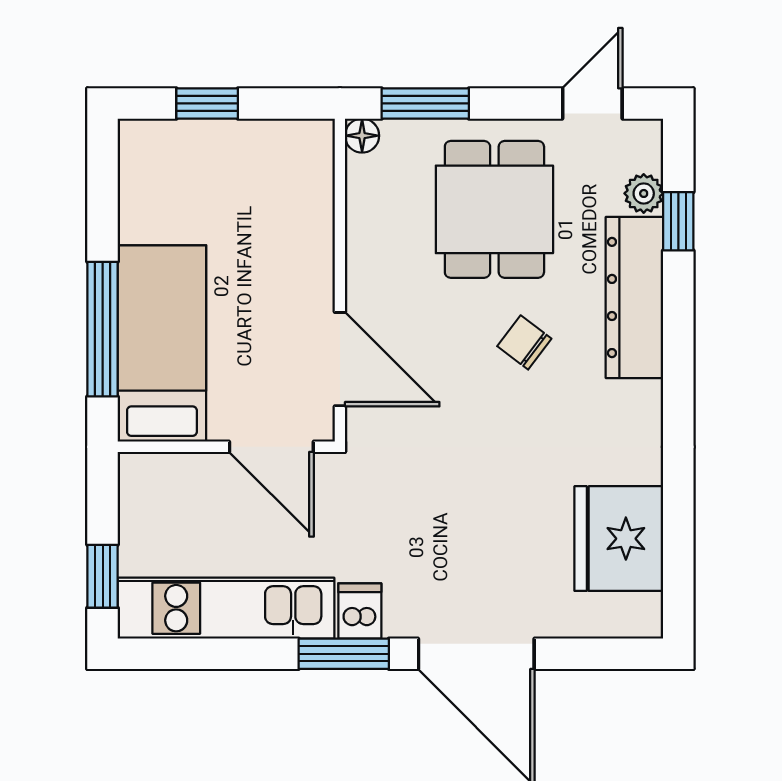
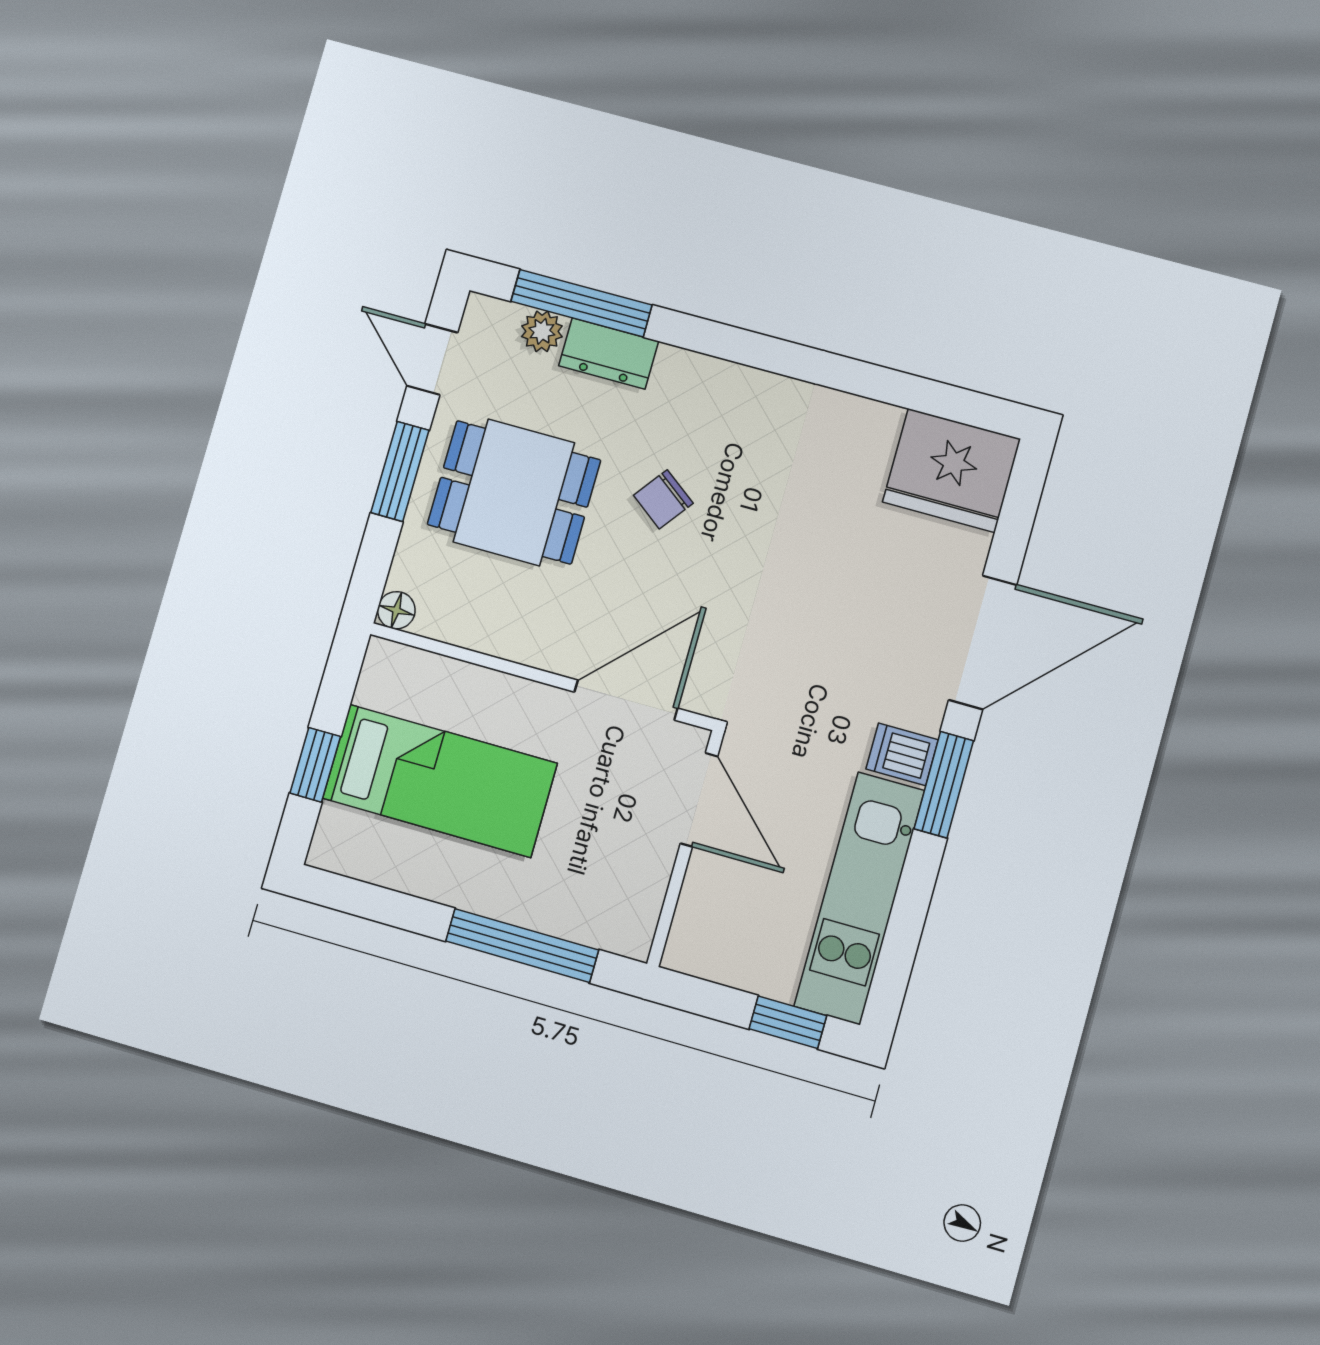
window: (425, 103) -> (400, 471), moved
window: (678, 221) -> (581, 303), width x2.17
dresser: (634, 297) -> (609, 353), width x0.51, depth x0.80
bed: (162, 344) -> (440, 781), moved, turned 180
door: (271, 447) -> (699, 800), hinge flipped
fridge: (619, 539) -> (952, 470), moved

